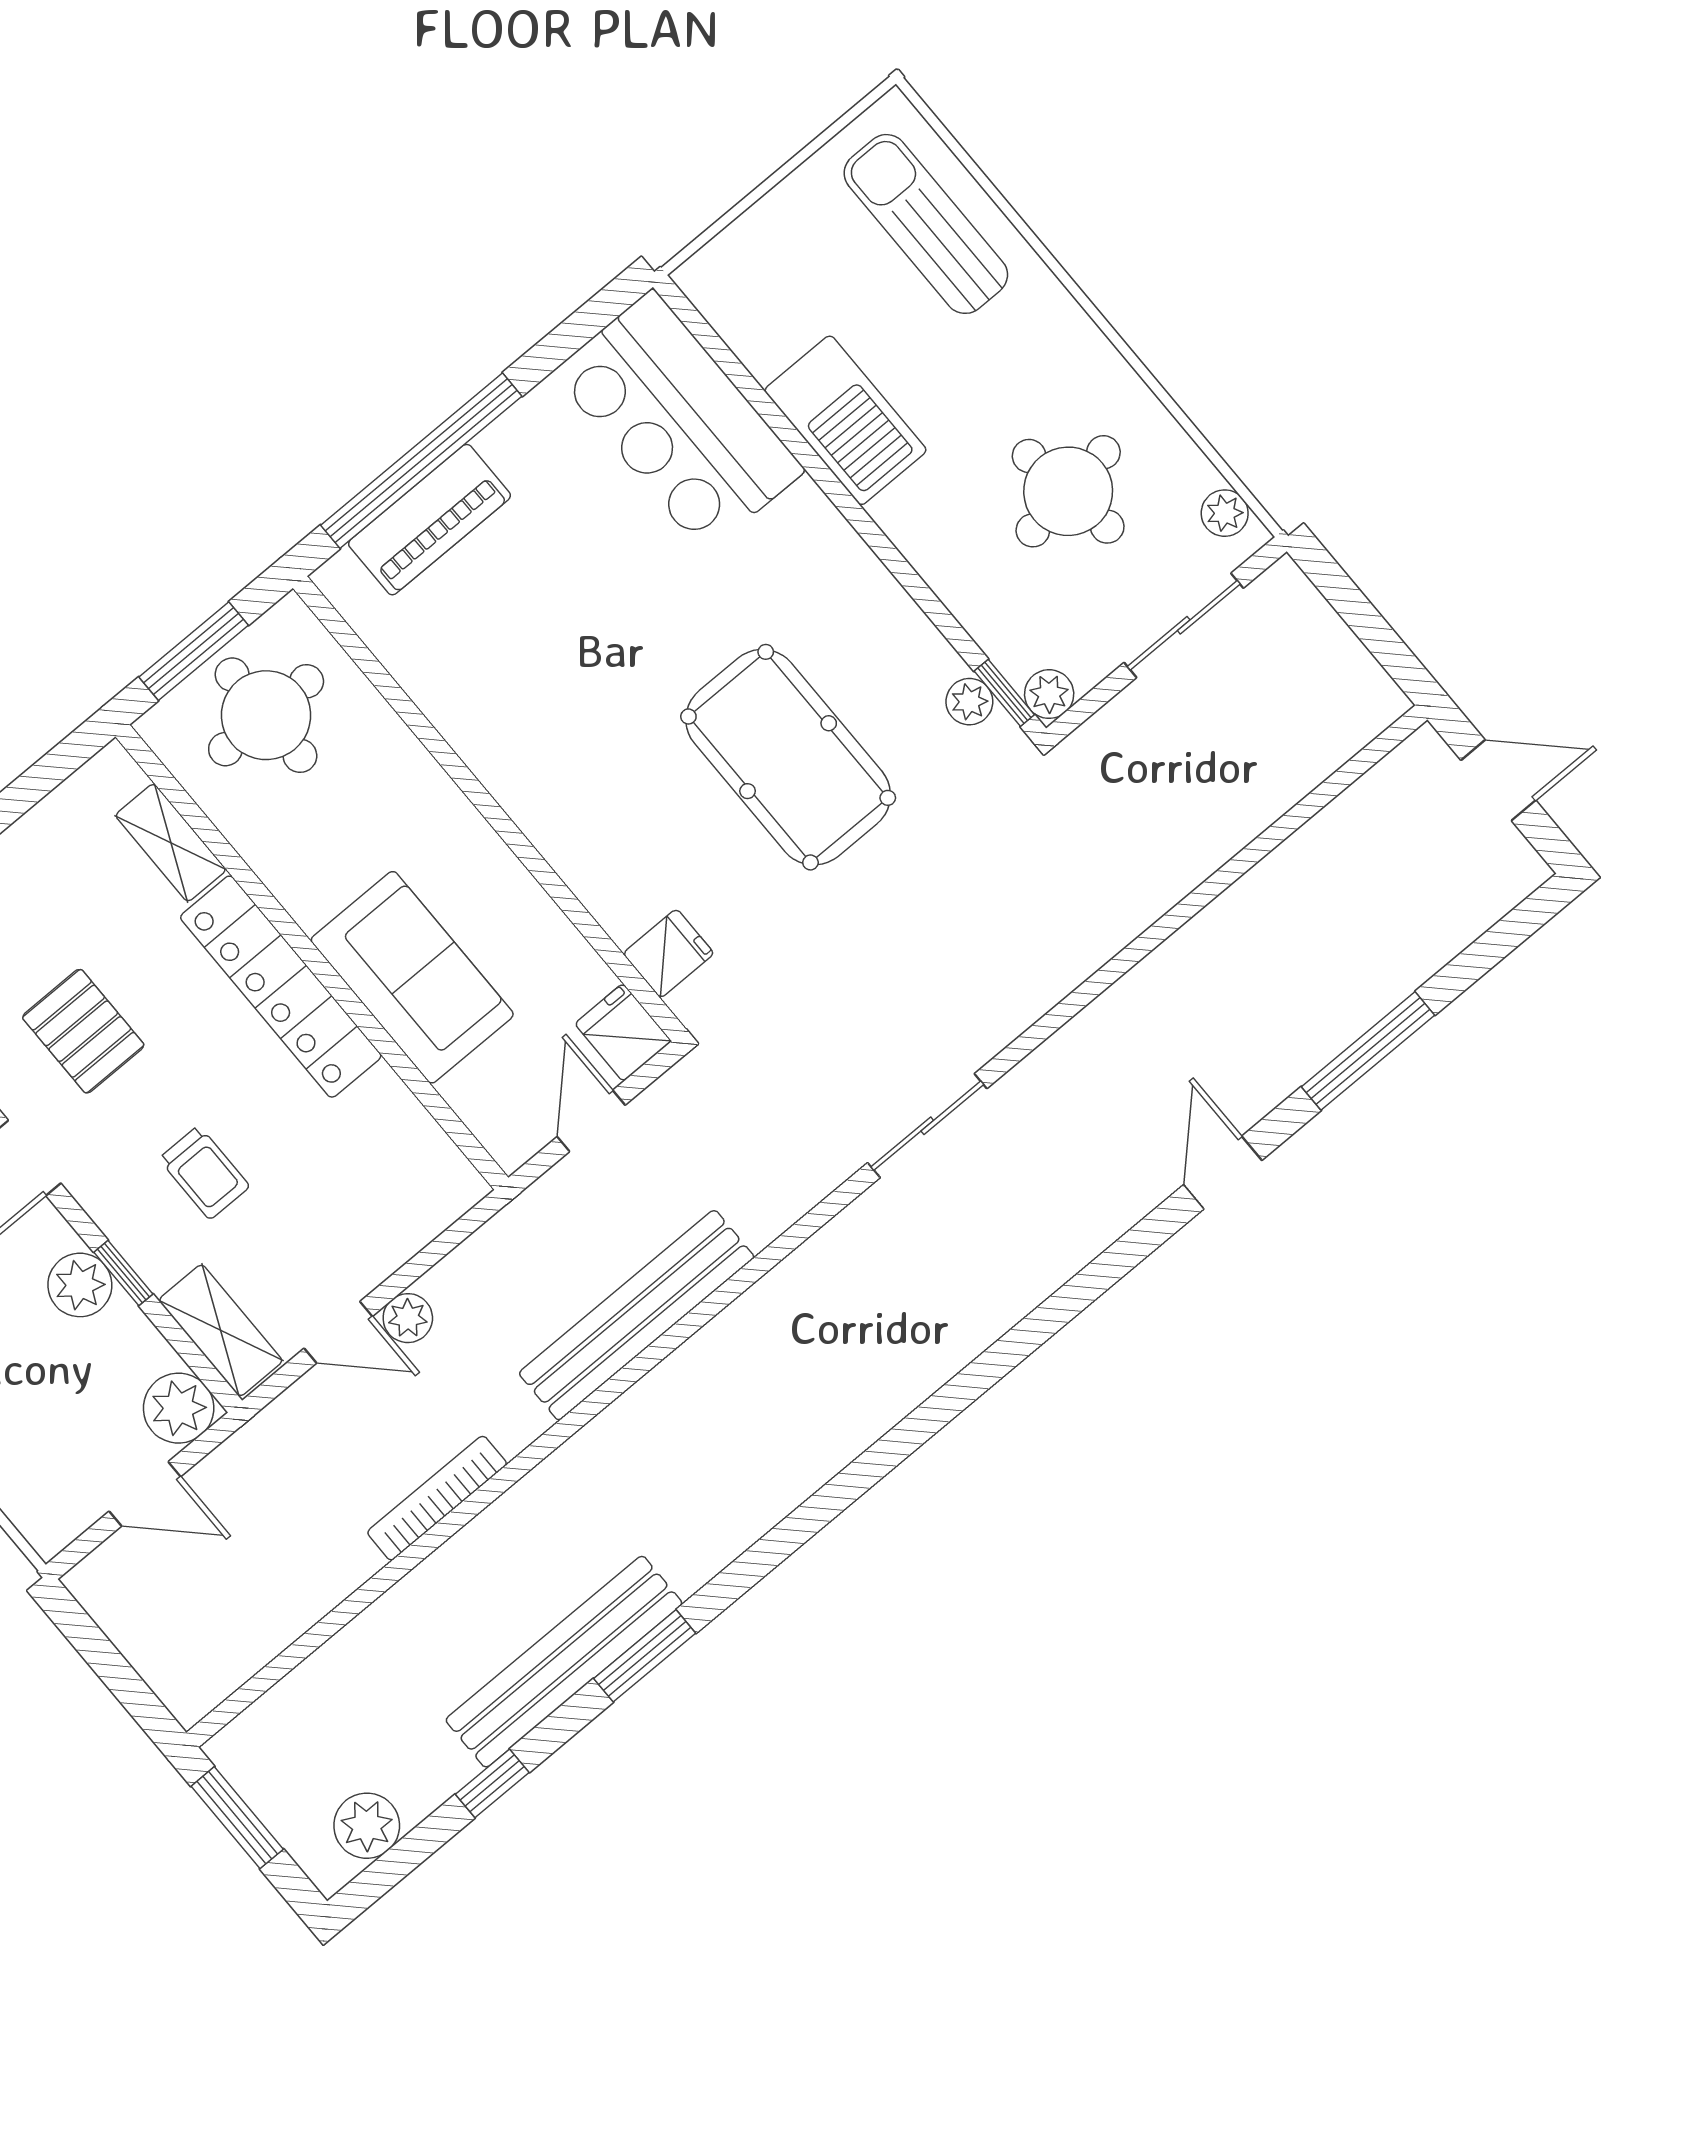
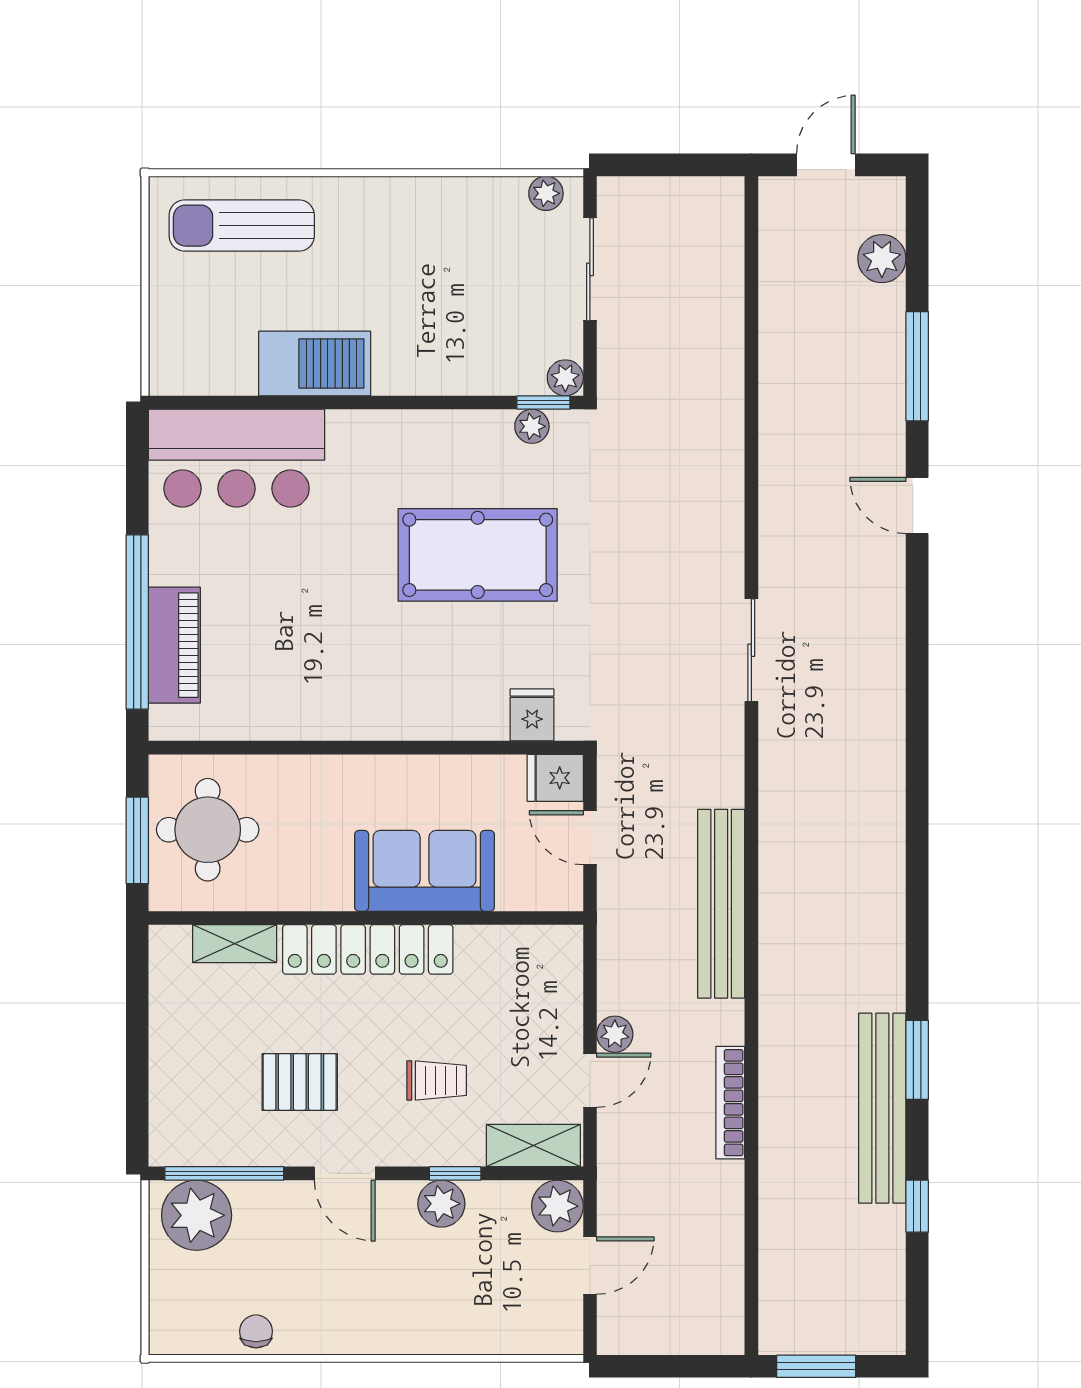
round table: (1068, 491) -> (460, 271), removed
plant: (367, 1826) -> (882, 259), moved

